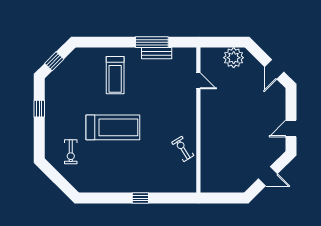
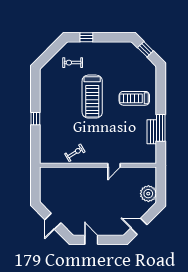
door: (198, 81) -> (114, 165), moved
window: (39, 109) -> (86, 37), moved

